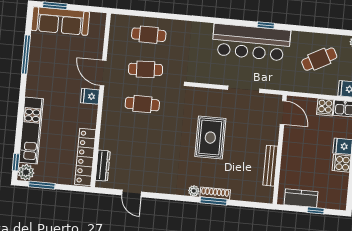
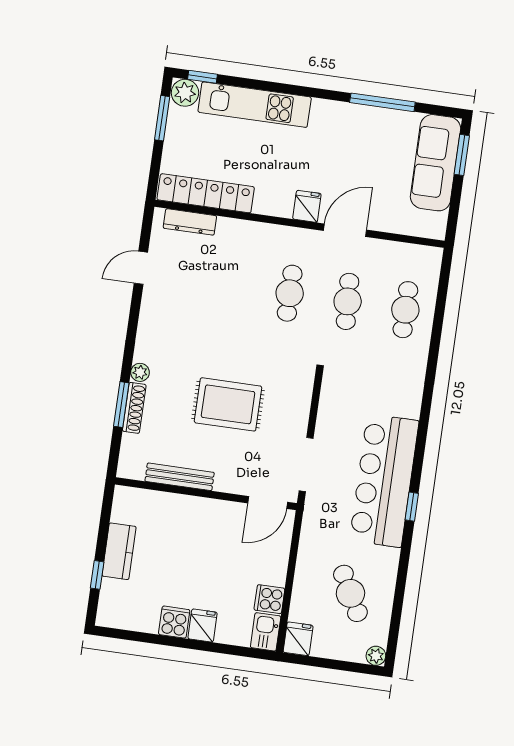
door: (283, 113) -> (268, 503), moved
wall: (280, 150) -> (206, 494), moved
bench: (270, 166) -> (180, 477), moved

